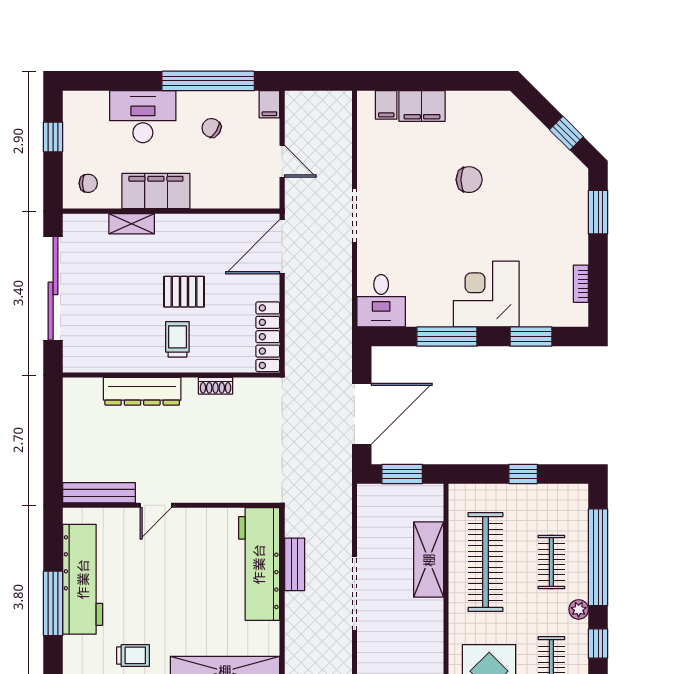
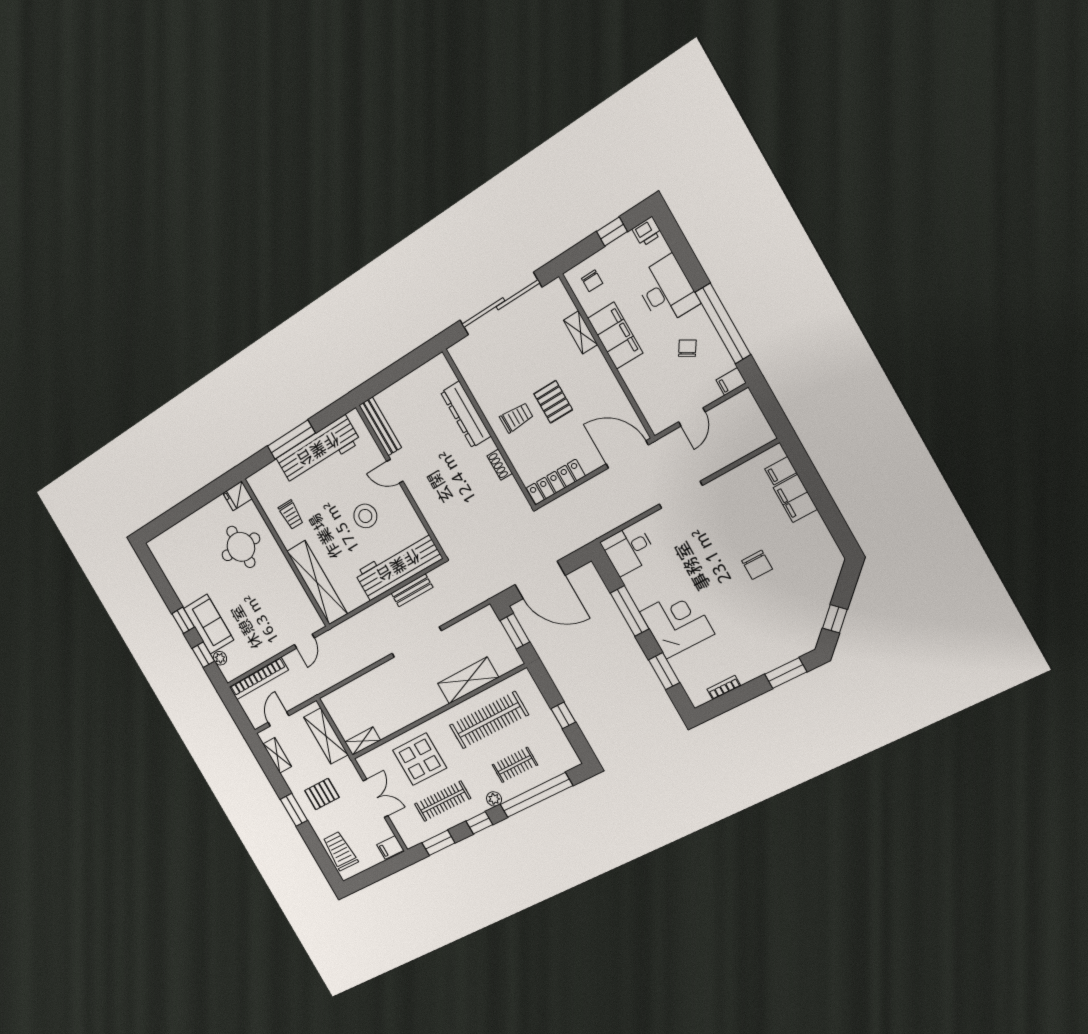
printer: (75, 104) -> (647, 232), added
stool: (184, 569) -> (365, 516), added

